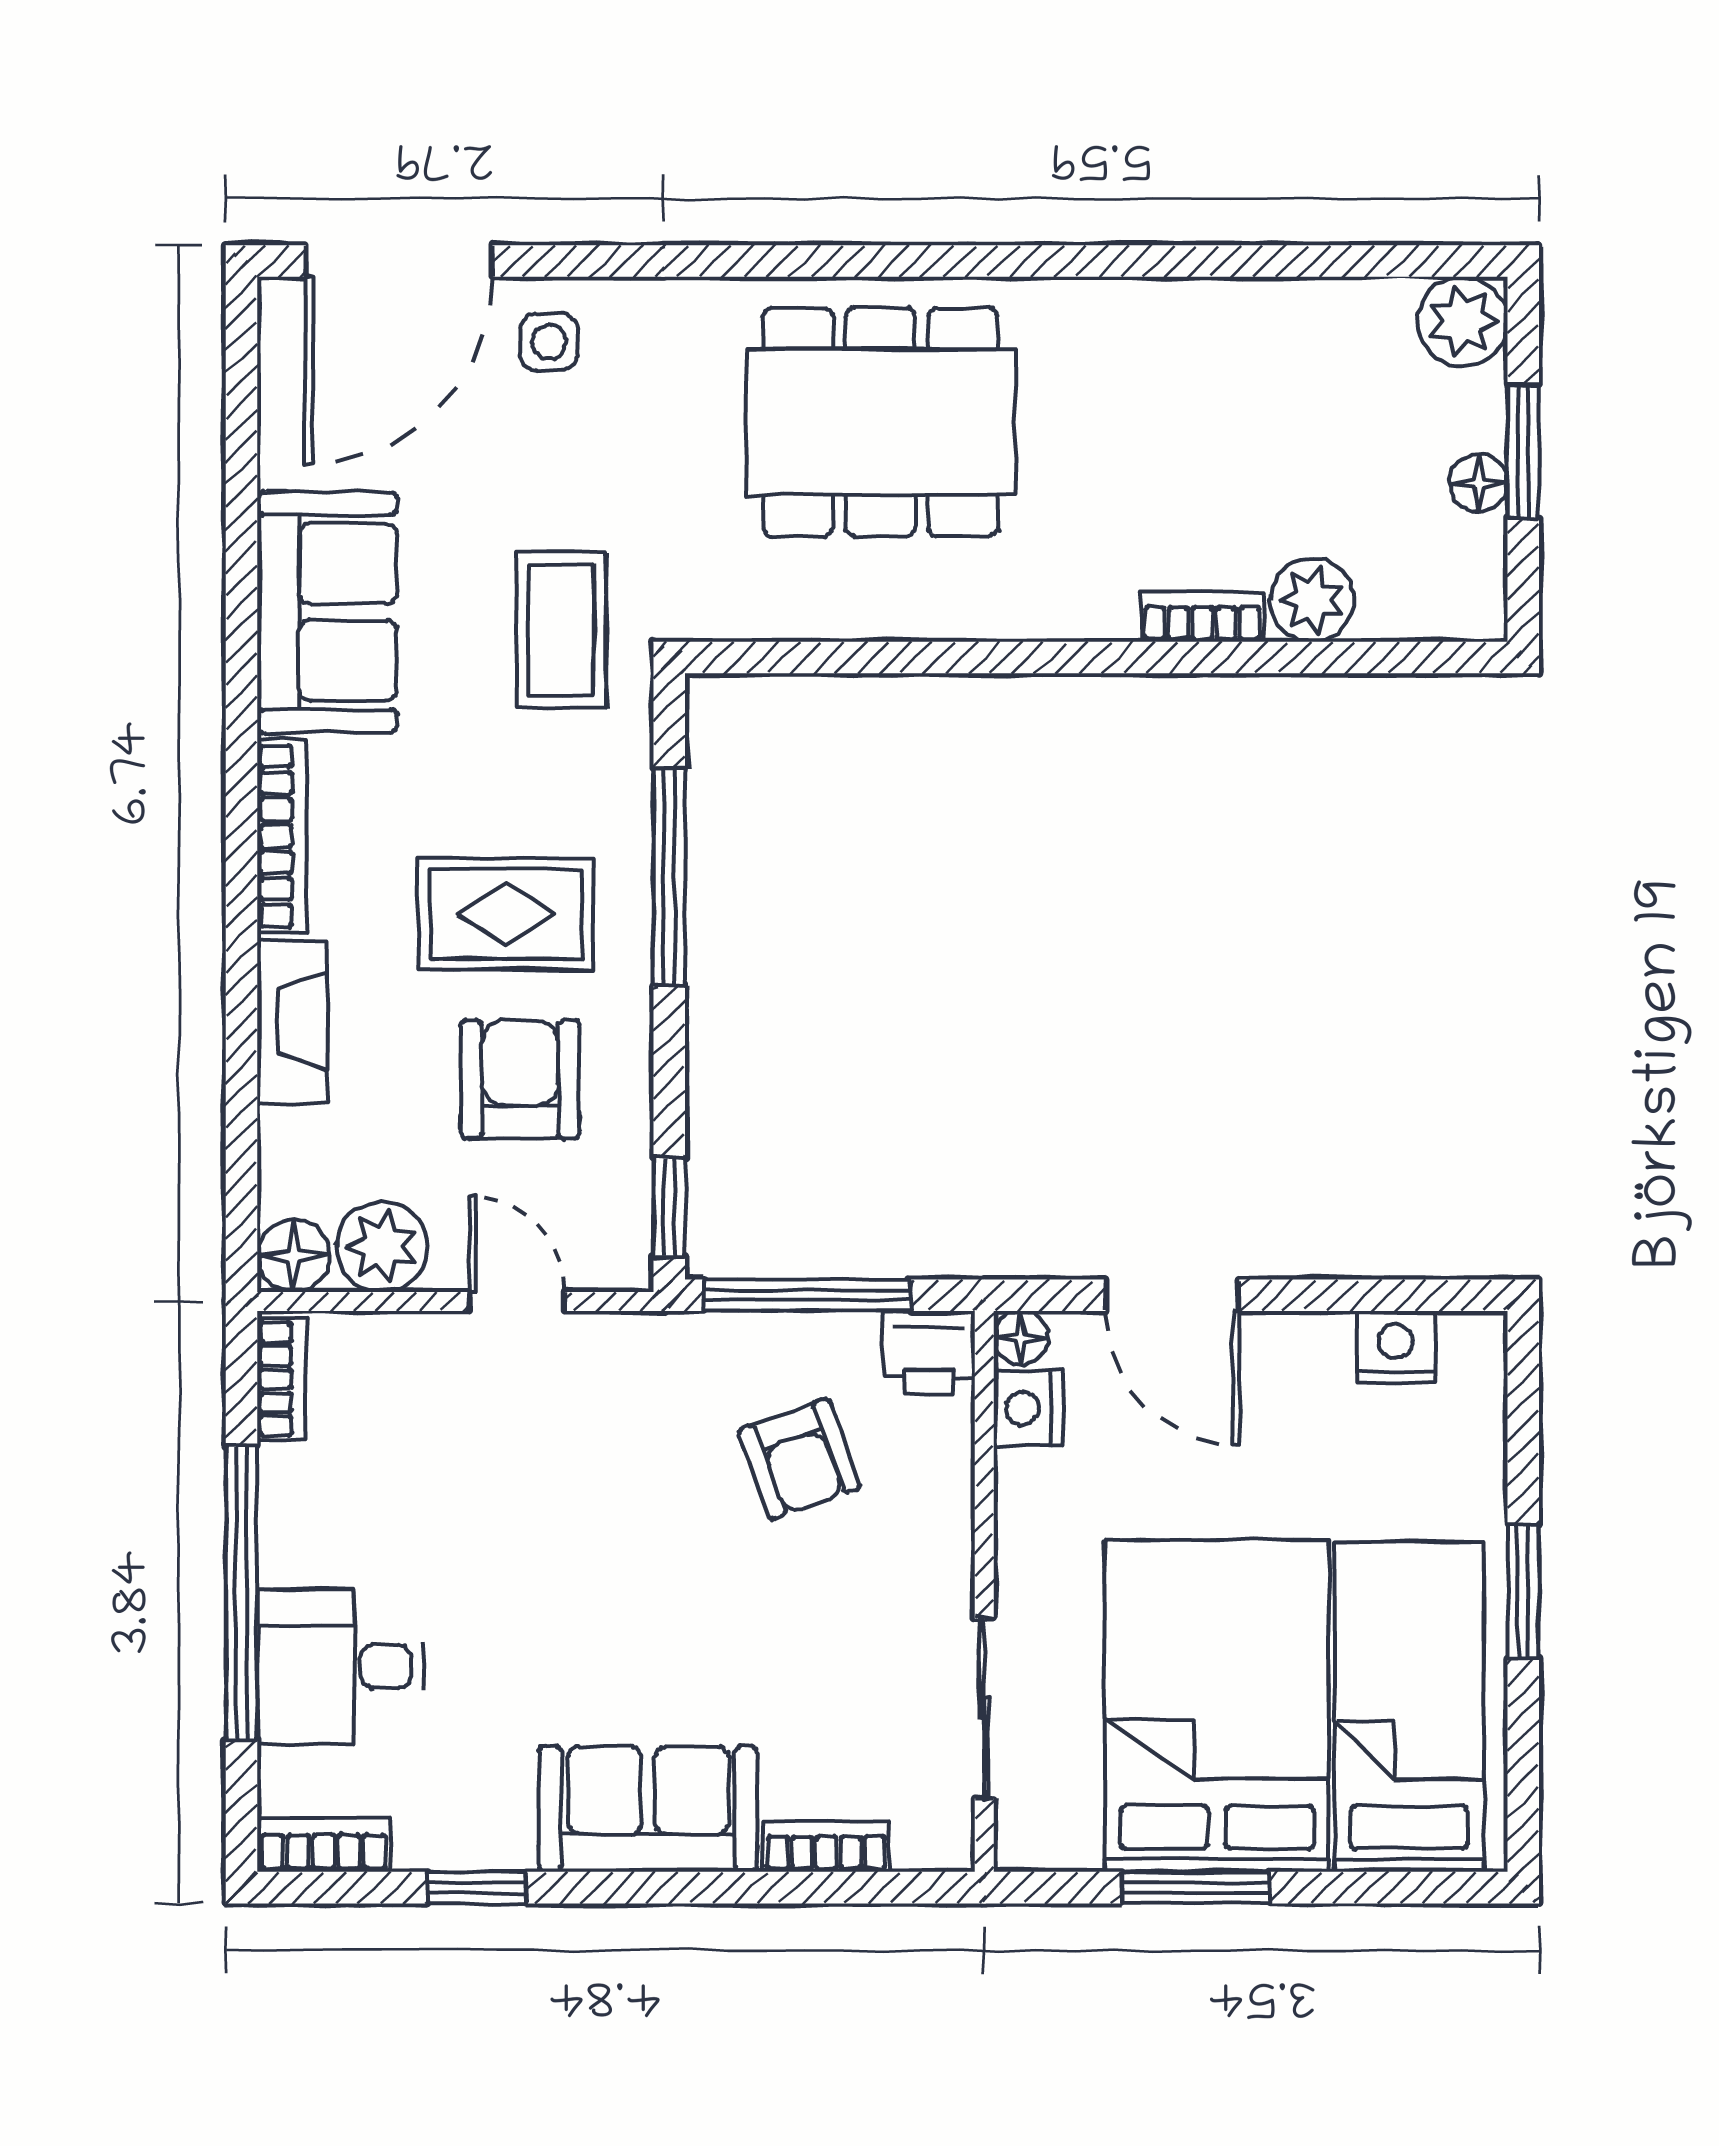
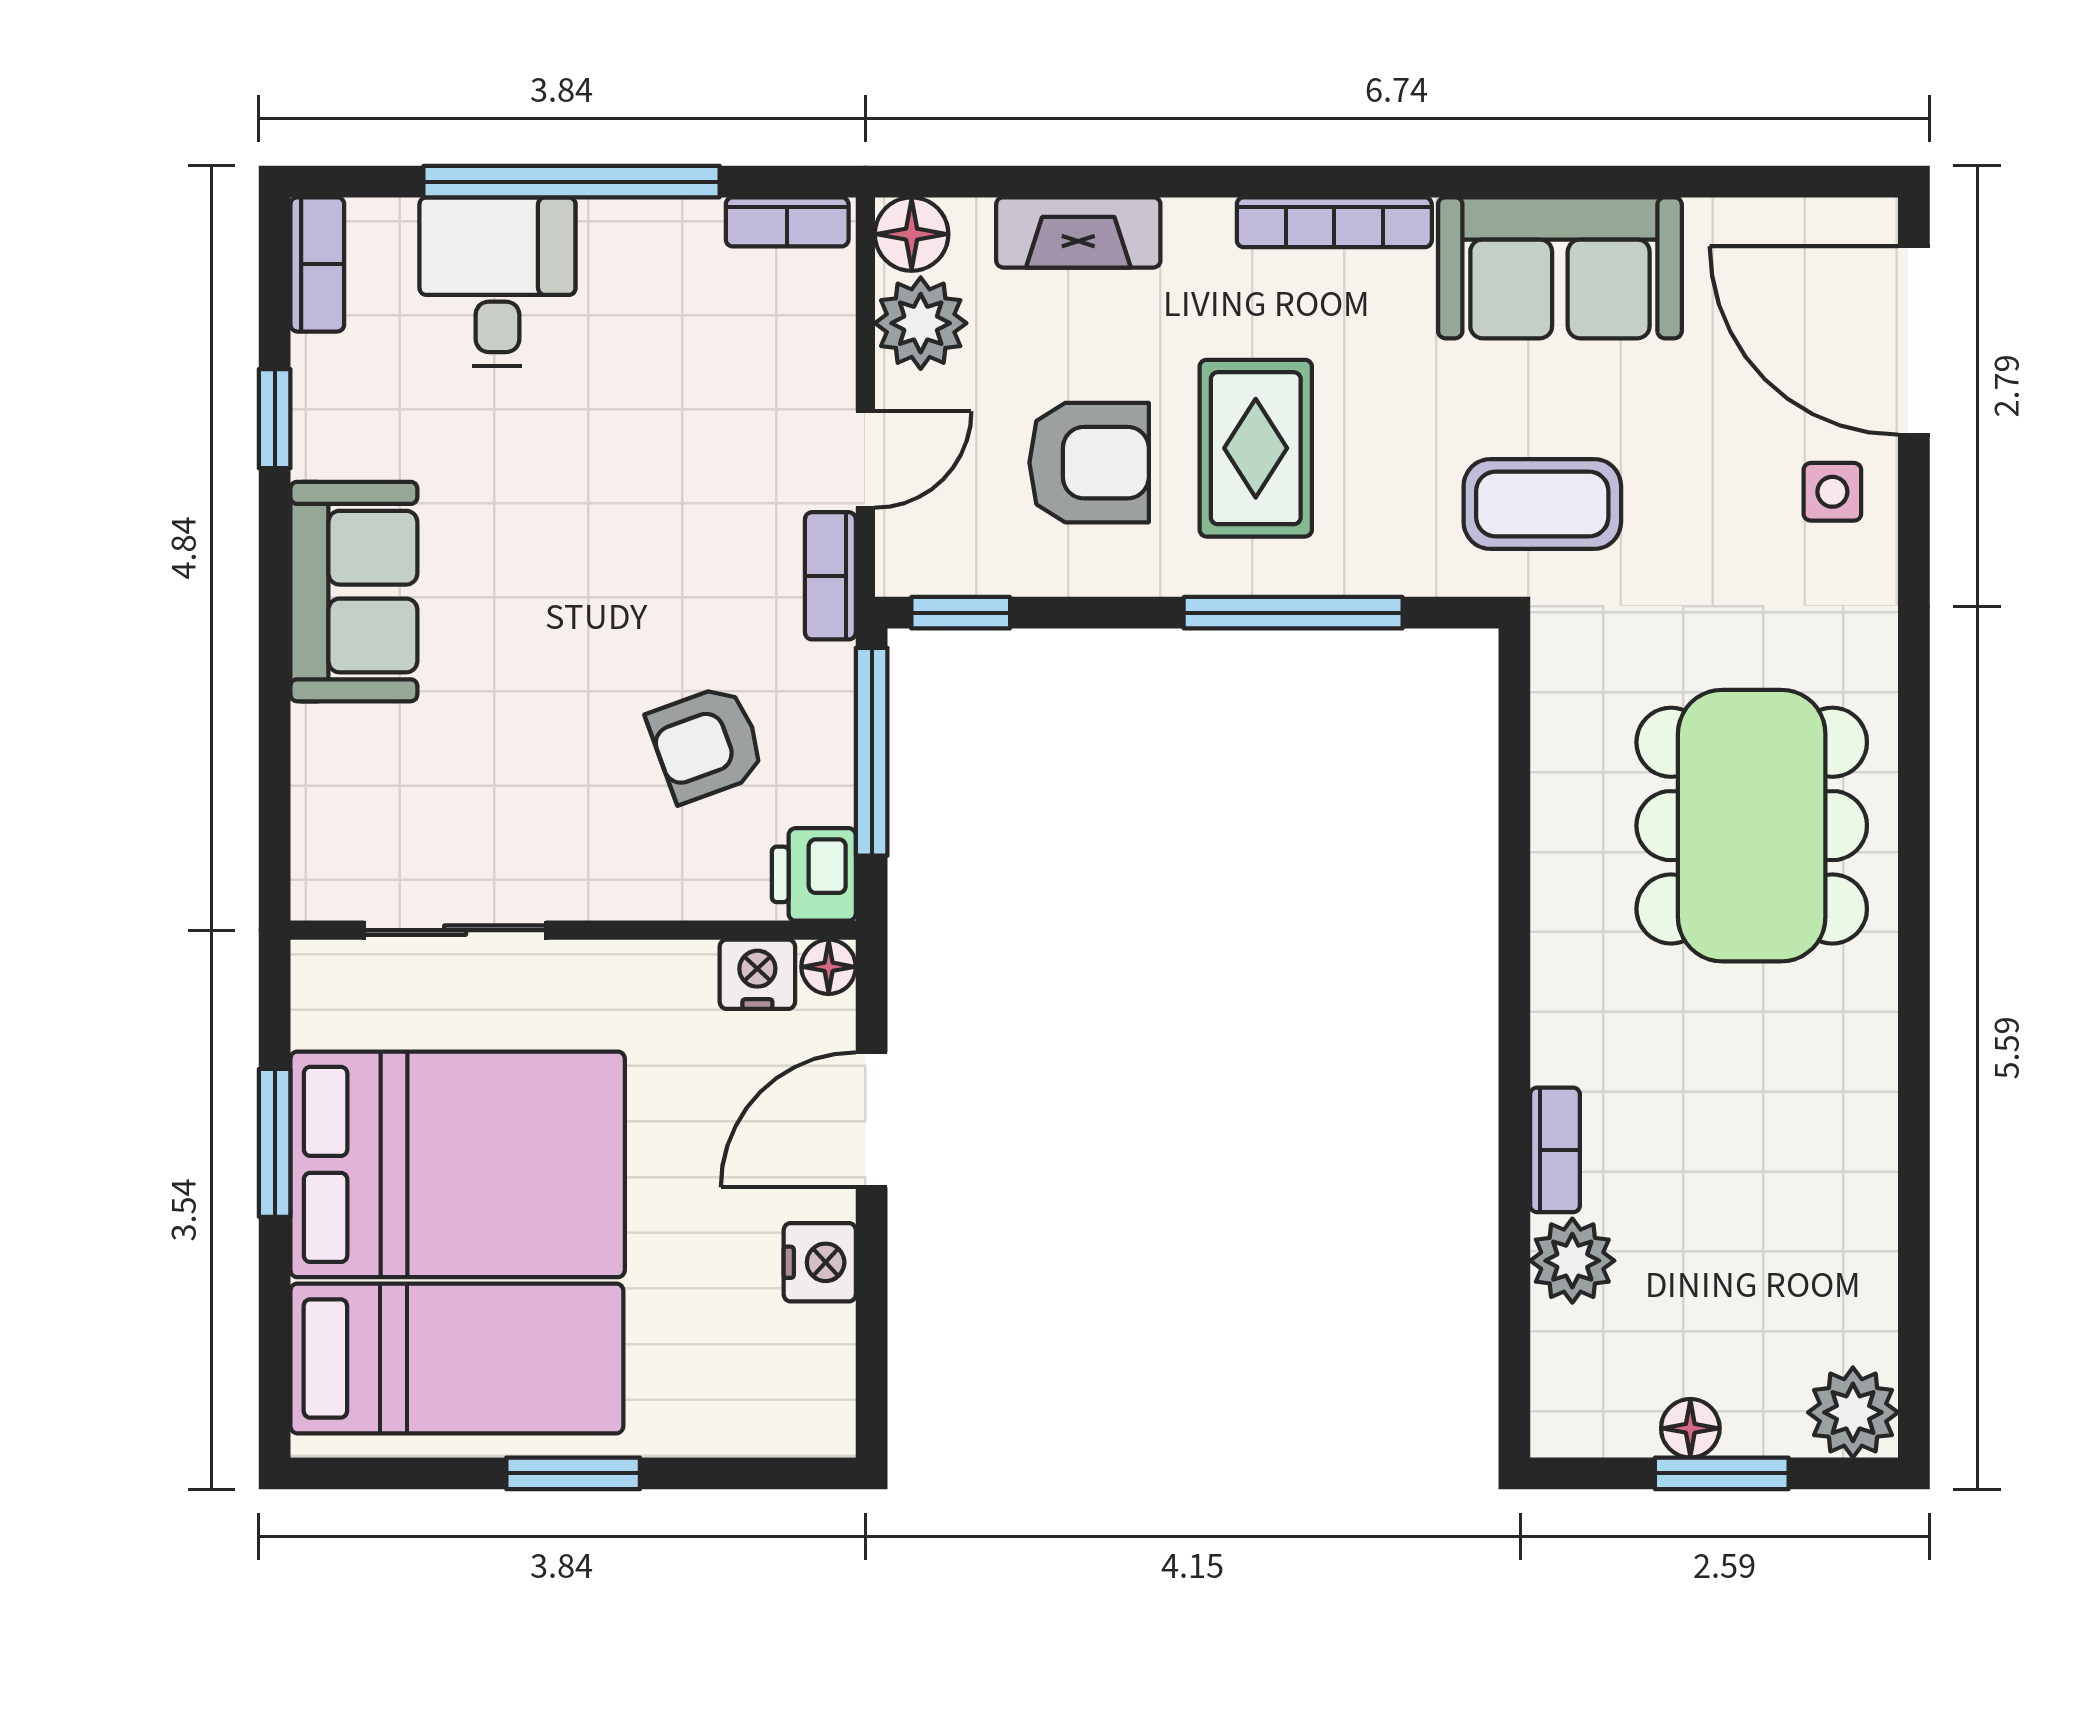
fireplace: (292, 1021) -> (1078, 232), moved
nightstand: (1396, 1347) -> (820, 1262), moved
bookcase: (826, 1847) -> (830, 576), moved, turned 180

